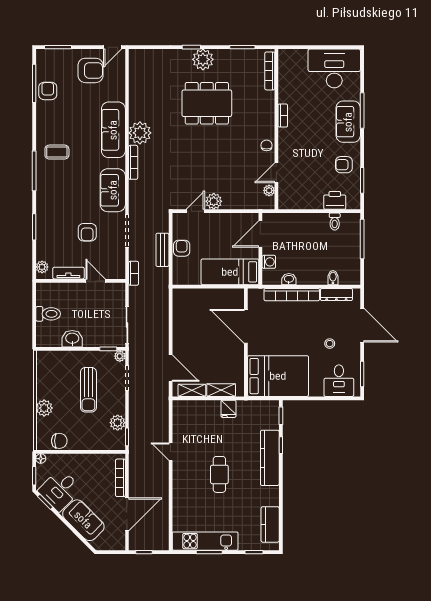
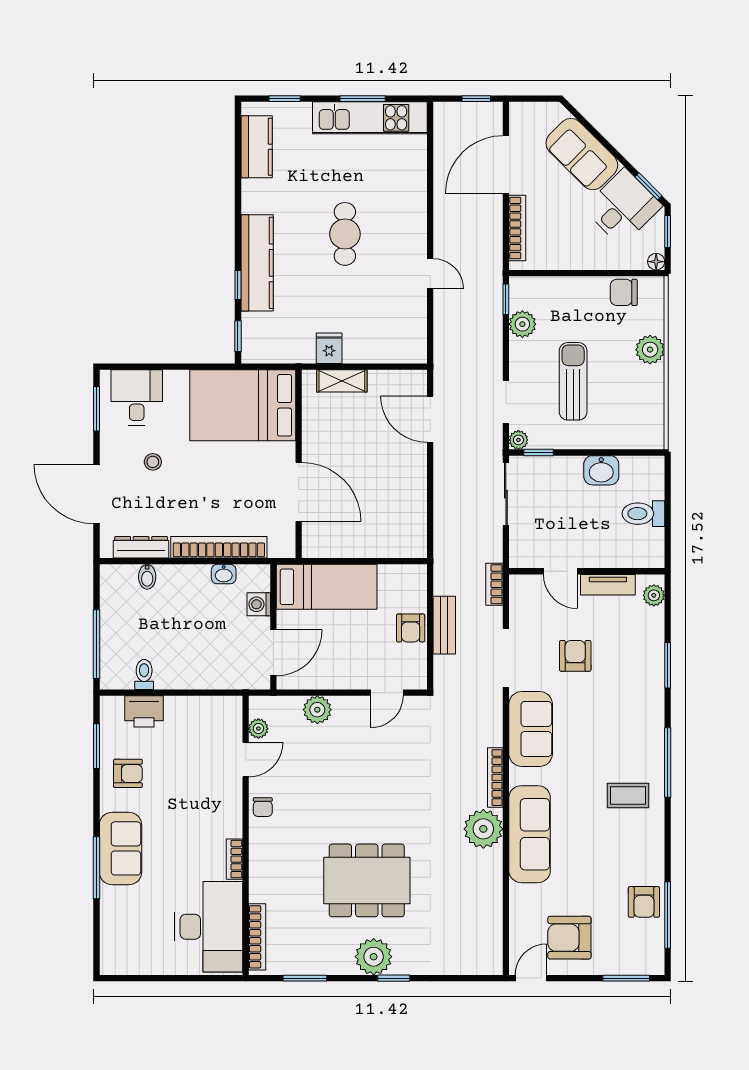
desk: (334, 68) -> (209, 927), moved, turned -90
plant: (214, 201) -> (317, 710), moved
shelving: (192, 390) -> (393, 380), removed

